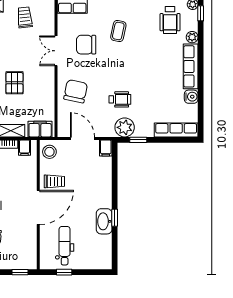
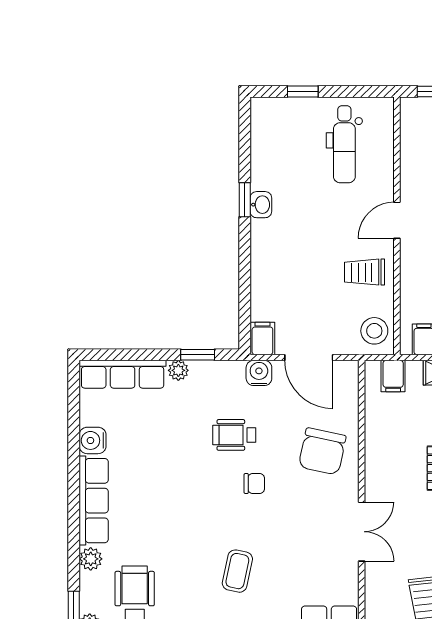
chair: (86, 45) -> (254, 483), moved, width x0.54, depth x0.54
plant: (125, 127) -> (178, 370), moved, width x0.53, depth x0.53
filing cabinet: (40, 129) -> (393, 376), width x0.50
water cooler: (107, 131) -> (259, 373), added
door: (38, 207) -> (397, 220), width x0.53
washbasin: (104, 221) -> (261, 205), width x0.52, depth x0.69
window: (64, 272) -> (303, 91), moved

